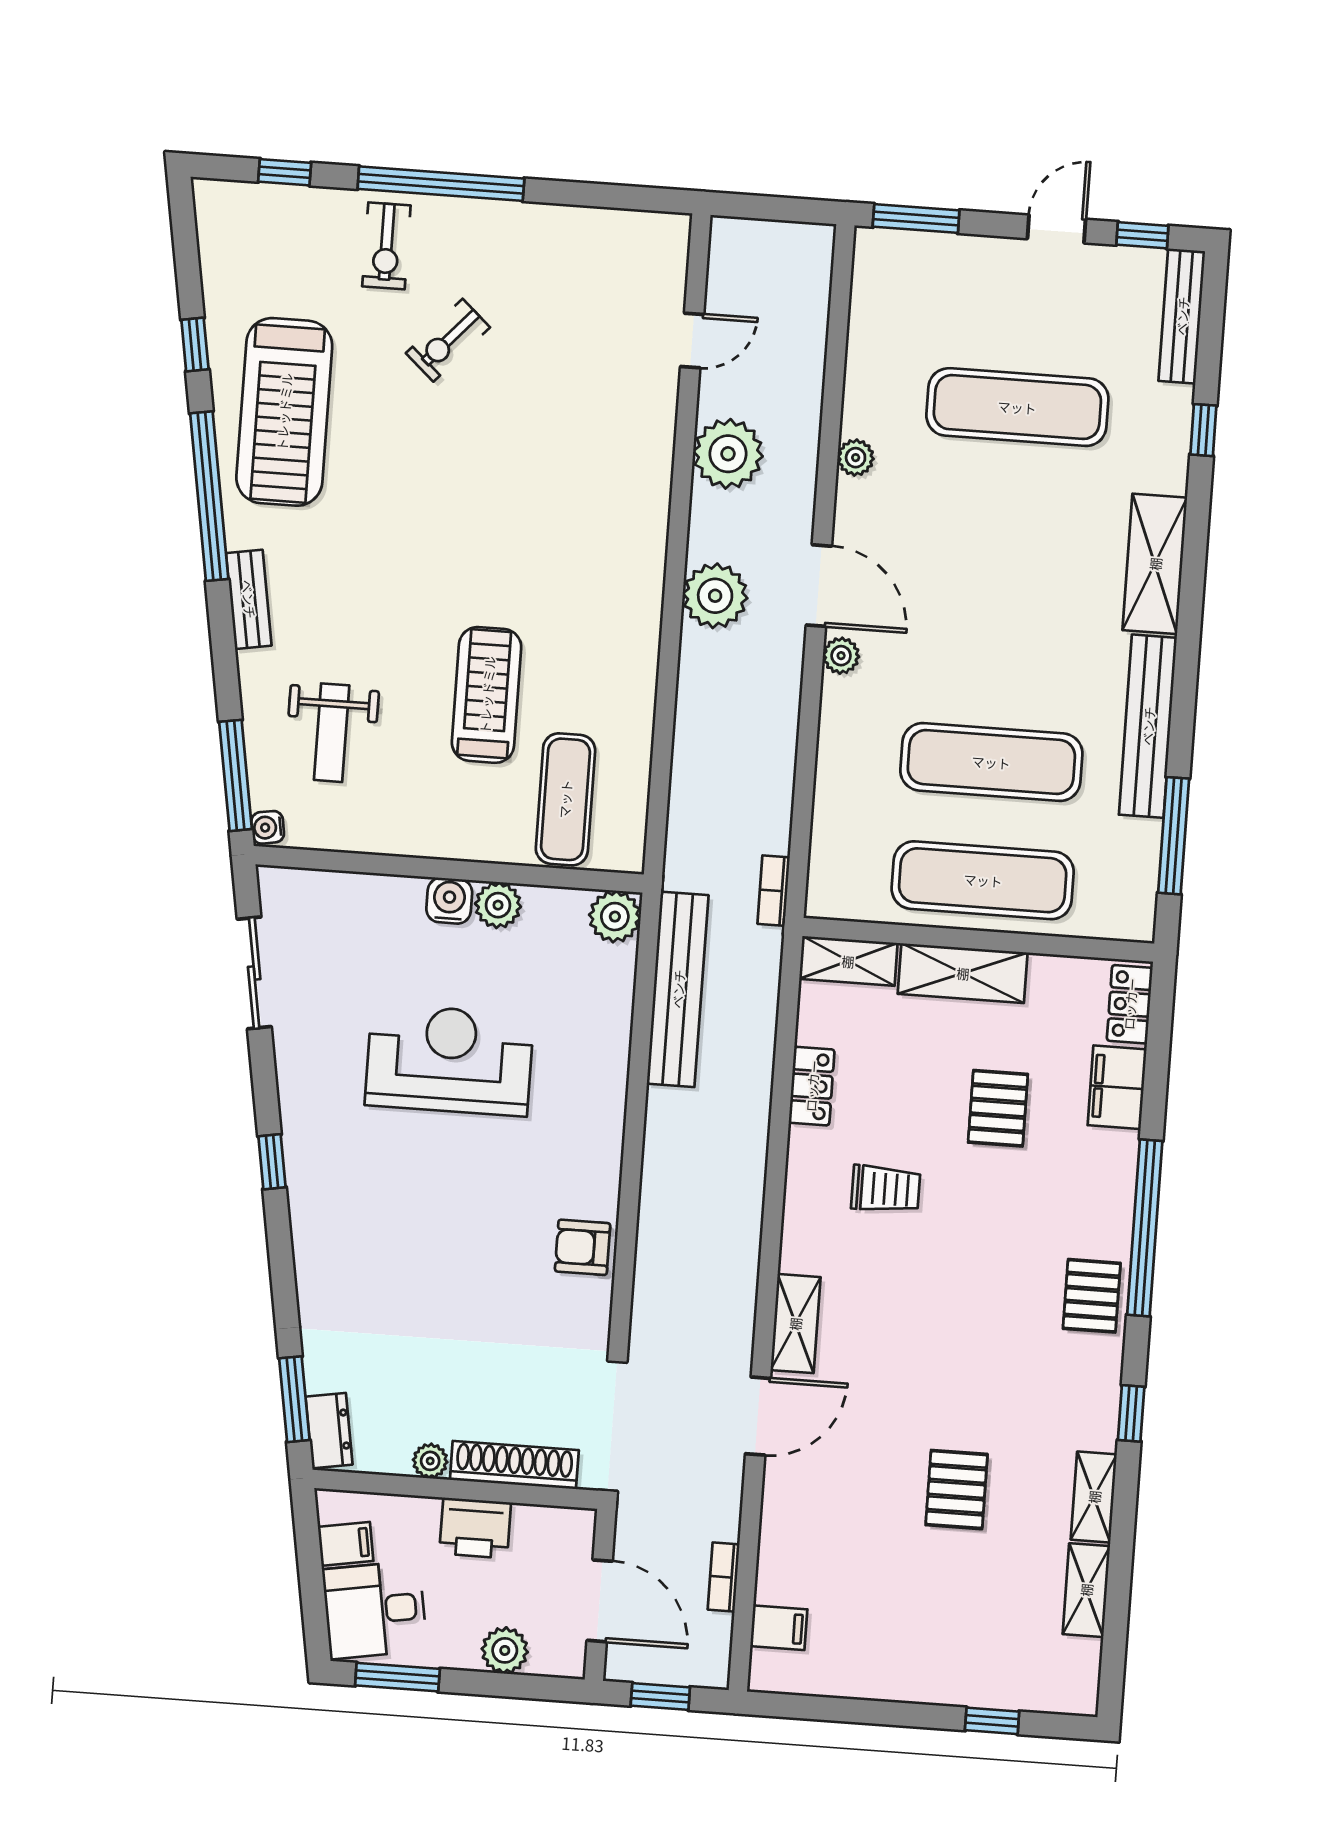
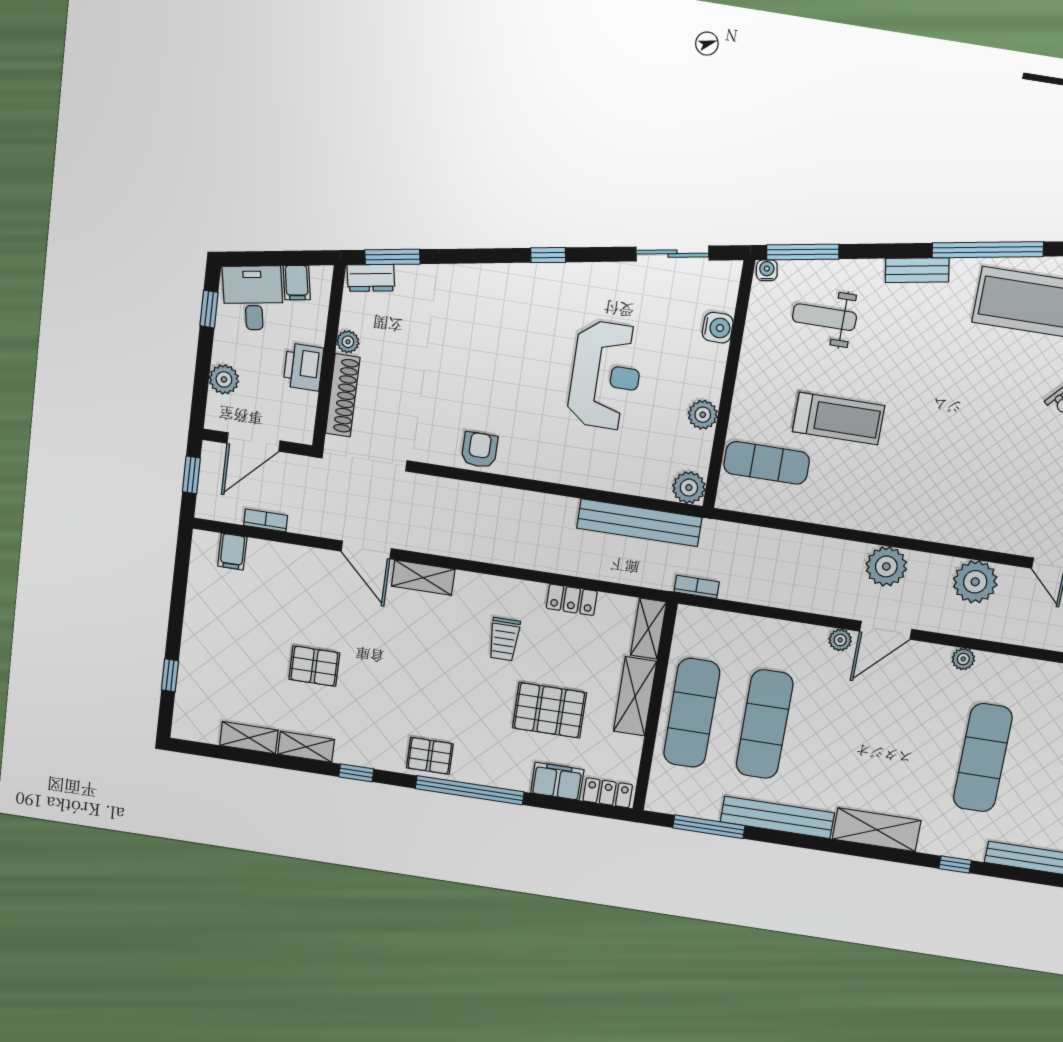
water cooler: (449, 901) -> (718, 328), moved
pallet: (998, 1108) -> (549, 710), width x1.50, depth x1.42
window: (397, 1677) -> (209, 309), width x0.67

